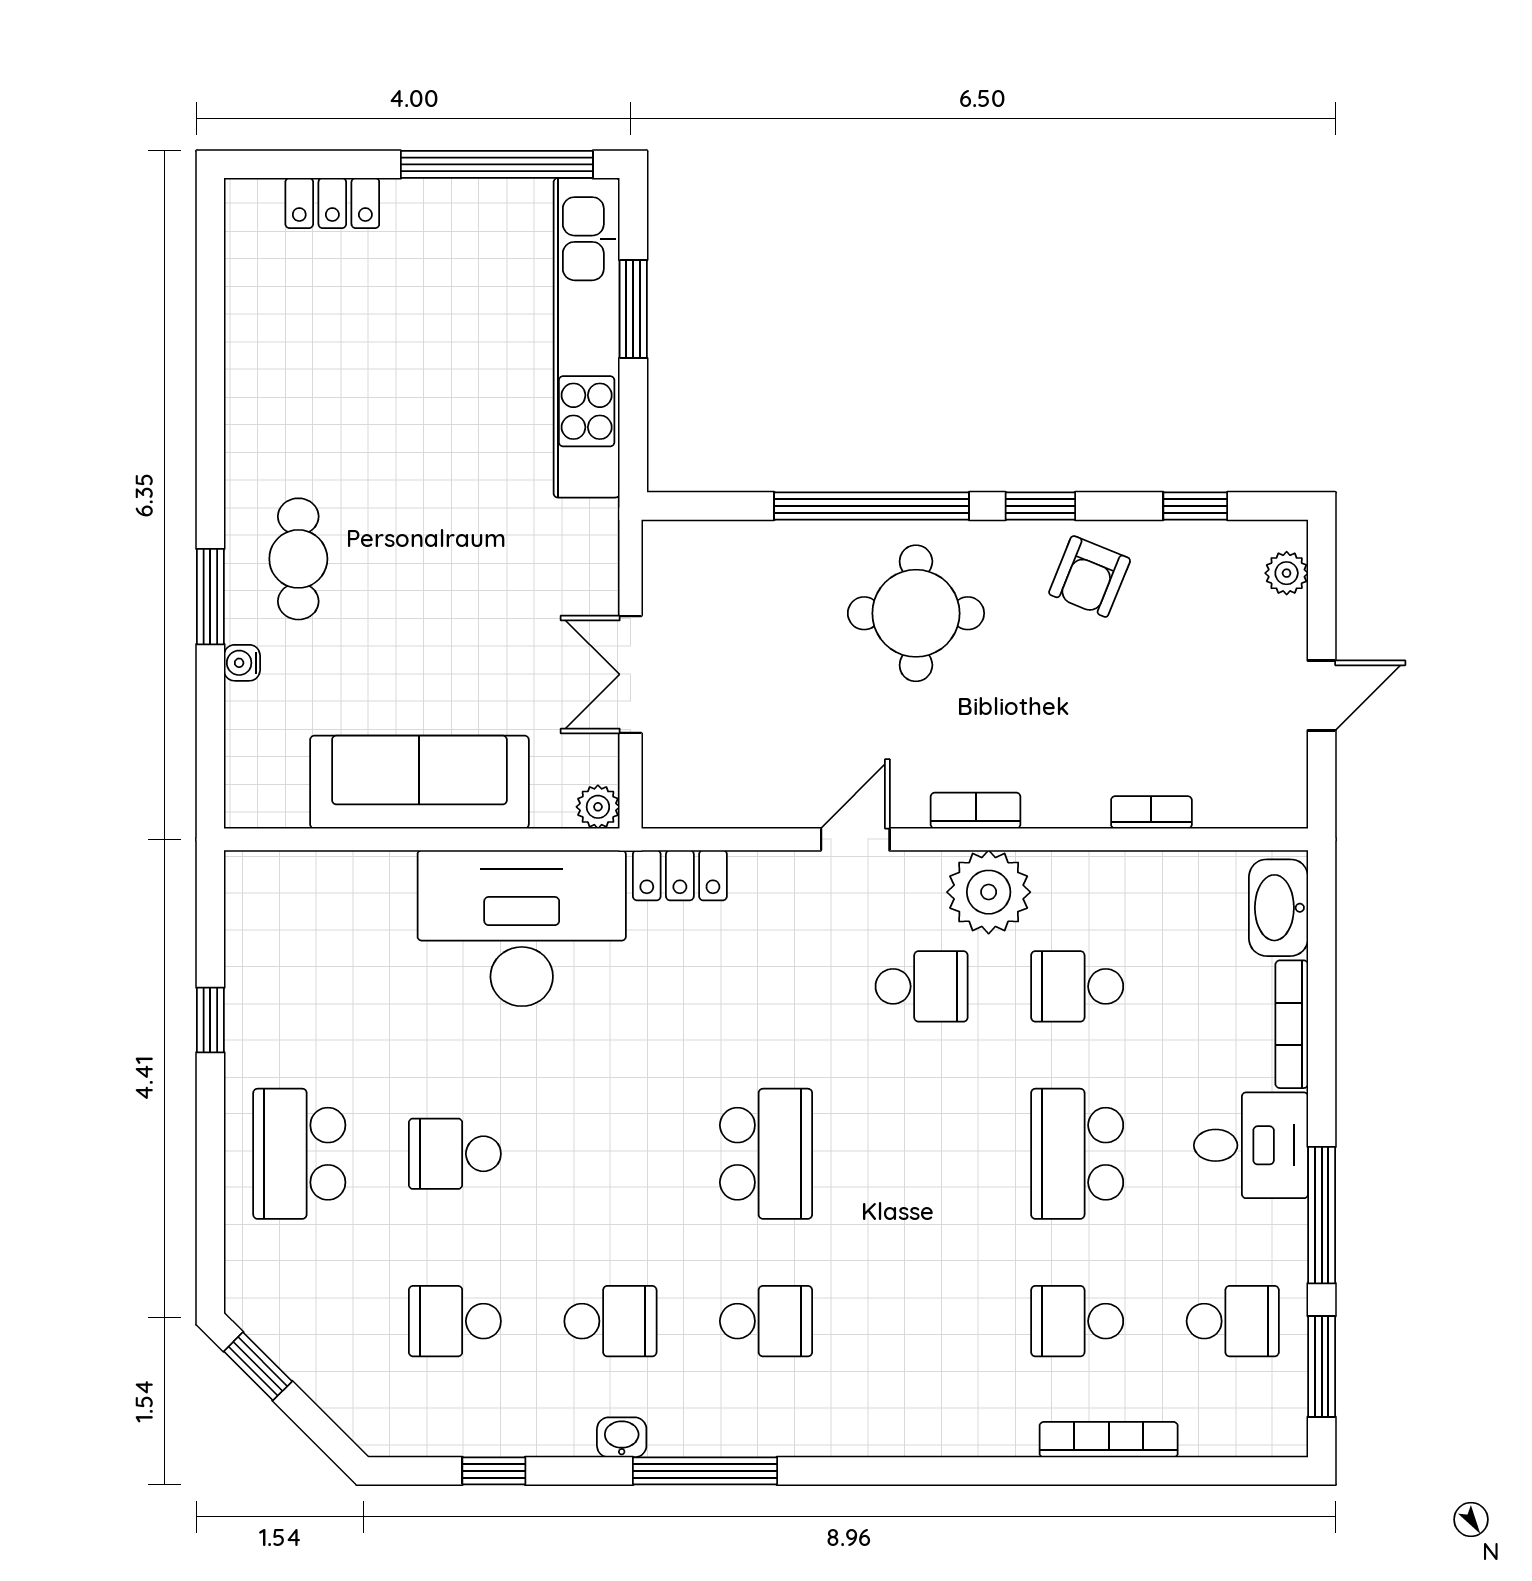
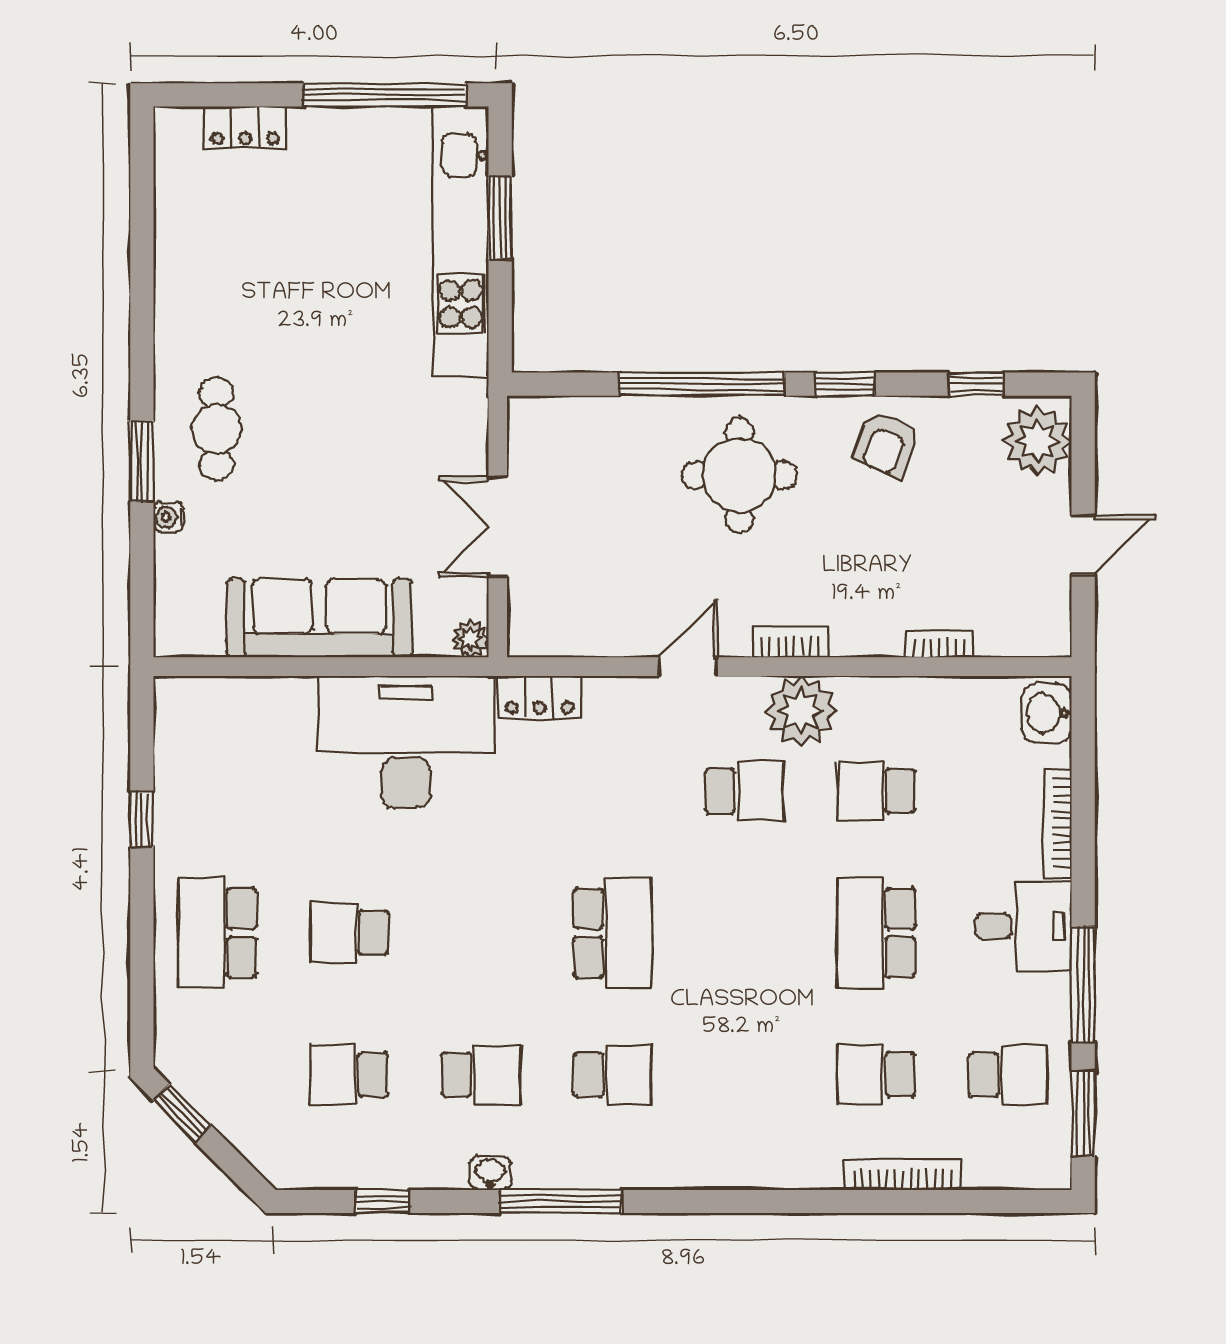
plant: (1287, 573) -> (1038, 441), width x1.88, depth x1.88
washbasin: (1279, 908) -> (1047, 713), width x0.72

